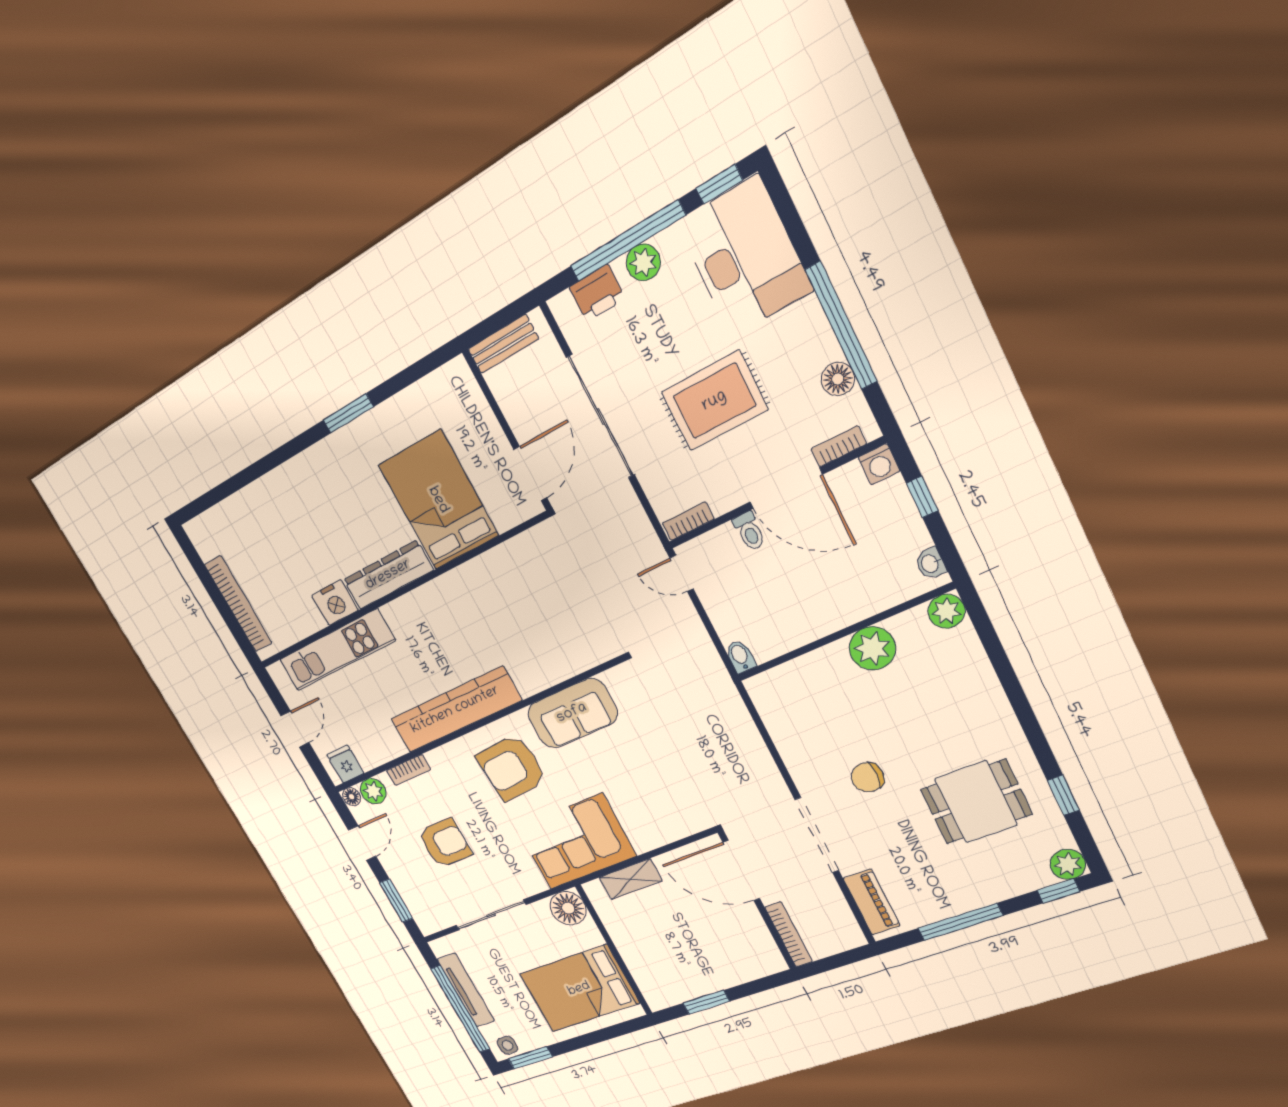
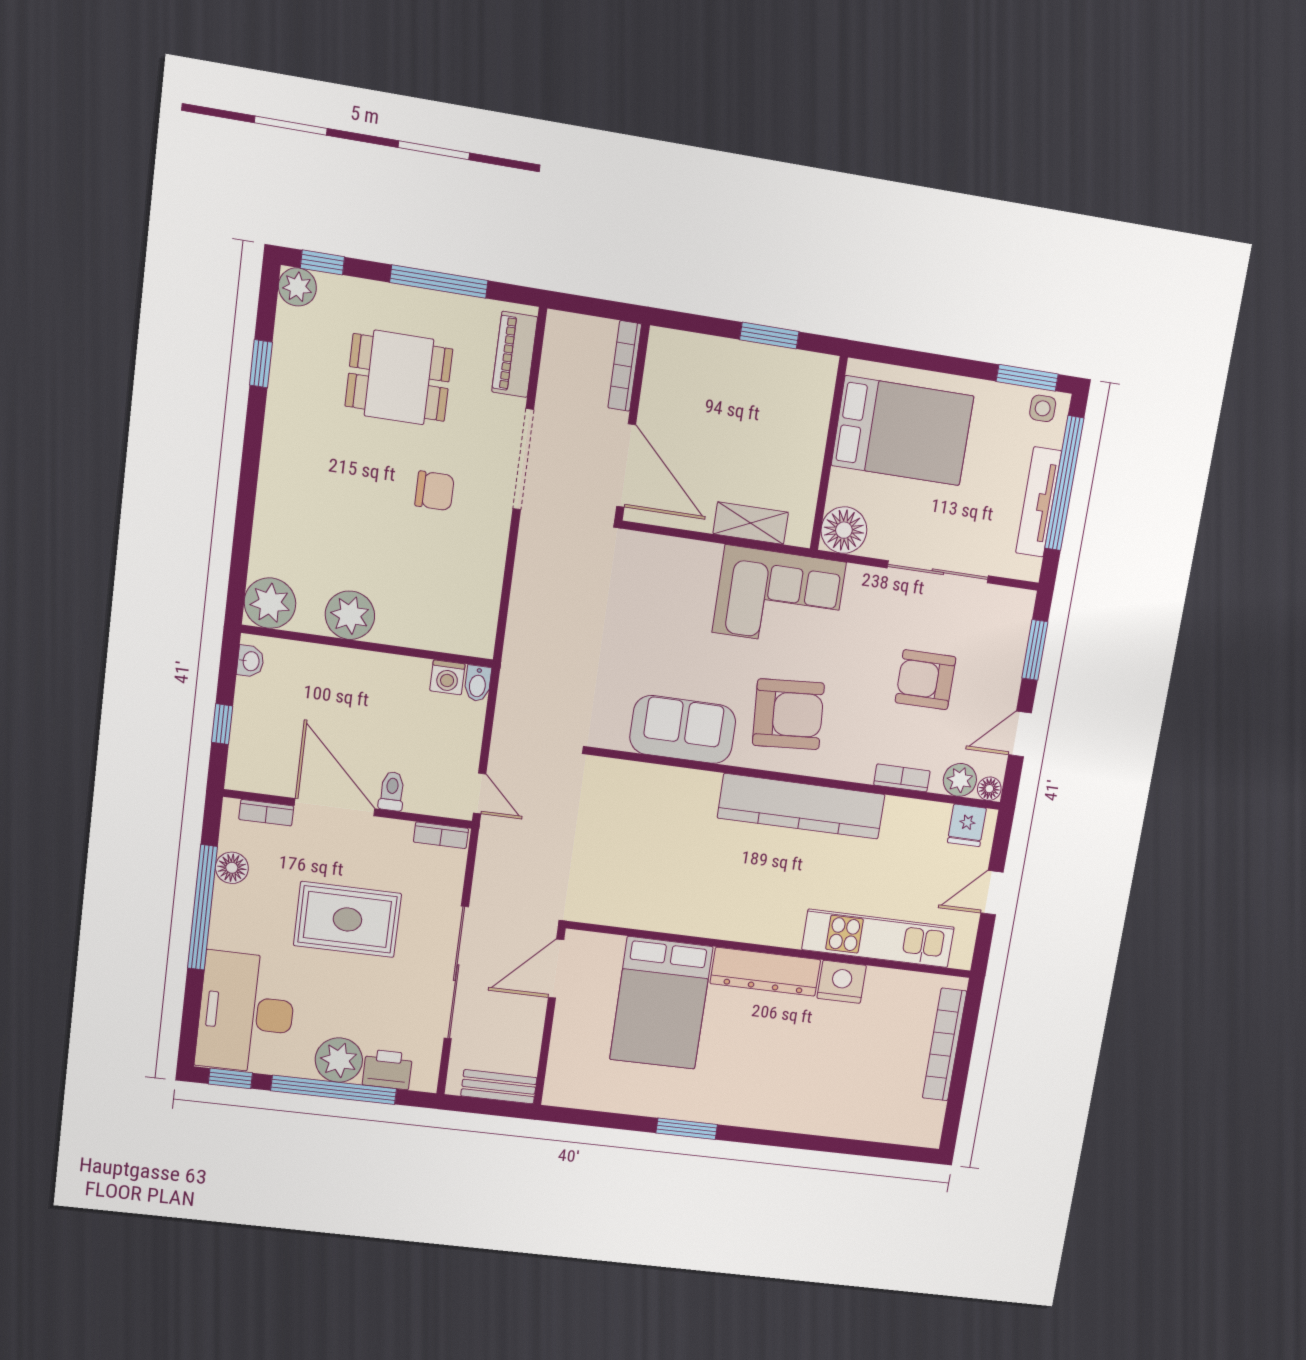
plant: (643, 262) -> (339, 1060), width x1.36, depth x1.36
washing machine: (879, 464) -> (447, 677), moved, turned 180
plant: (946, 611) -> (270, 603), width x1.36, depth x1.36
dining table: (976, 802) -> (399, 378), moved

